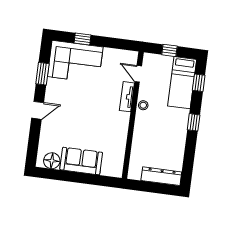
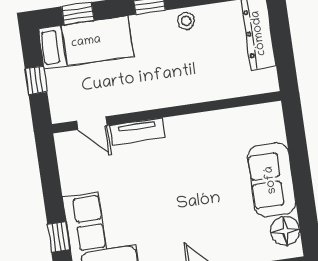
door: (138, 74) -> (92, 123), hinge flipped
stool: (143, 105) -> (186, 21), moved

